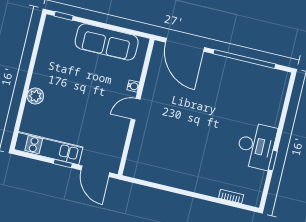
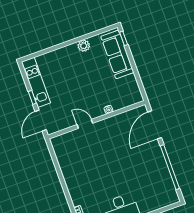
sofa: (107, 42) -> (117, 54), moved
plant: (35, 96) -> (84, 46), moved
door: (136, 109) -> (85, 124), moved

